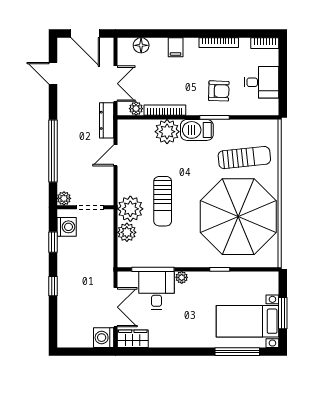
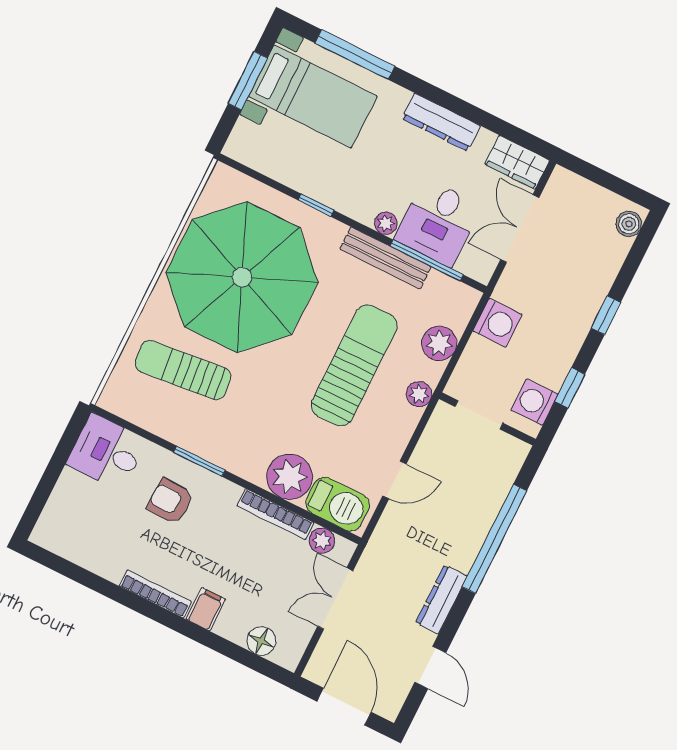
bookcase: (219, 43) -> (155, 594), moved
bookcase: (265, 43) -> (55, 543), removed
desk: (261, 82) -> (107, 452), moved
dresser: (107, 120) -> (441, 599), moved, turned 180
barbecue: (197, 130) -> (338, 504), moved
plant: (64, 198) -> (515, 451), removed
sun lounger: (163, 201) -> (354, 365), width x1.36, depth x1.34
plant: (130, 209) -> (419, 394), width x0.53, depth x0.53
bench: (173, 261) -> (385, 258), added
boiler: (64, 336) -> (629, 224), added
washing machine: (104, 338) -> (497, 323), moved
dresser: (179, 340) -> (441, 122), added

